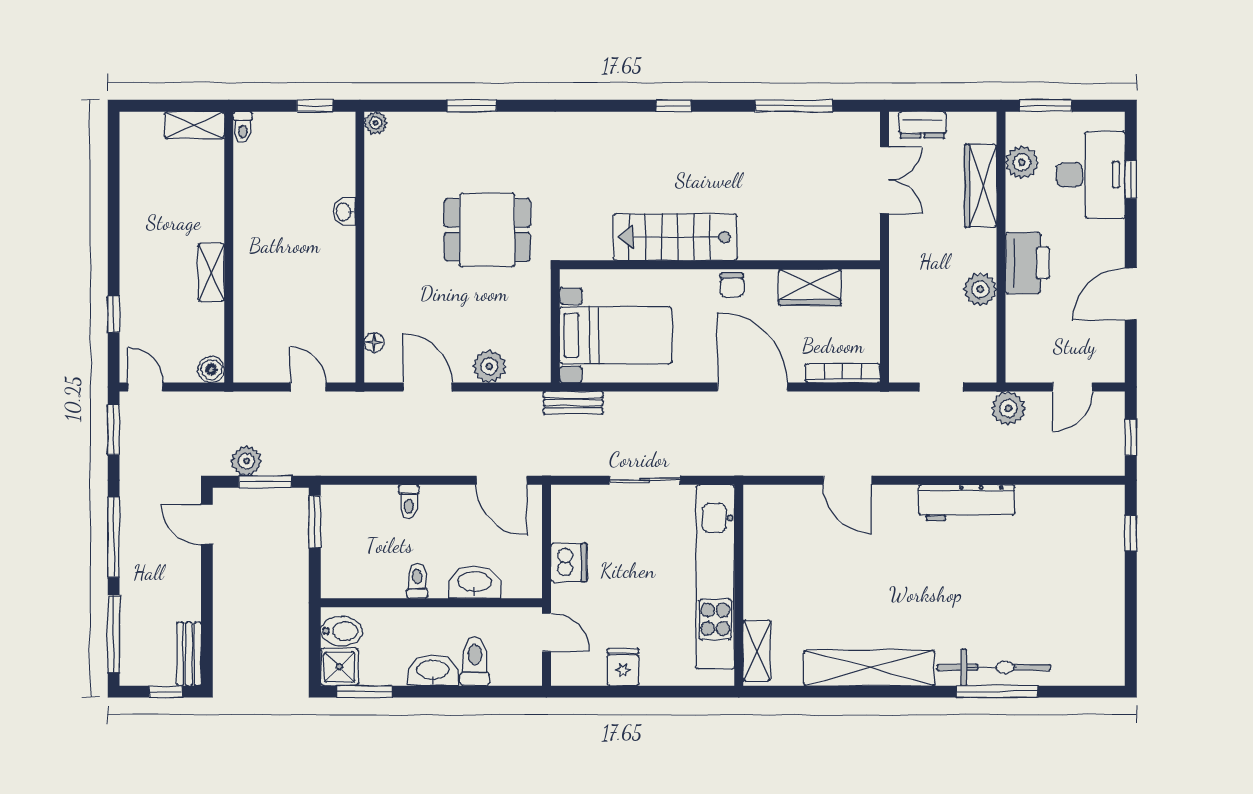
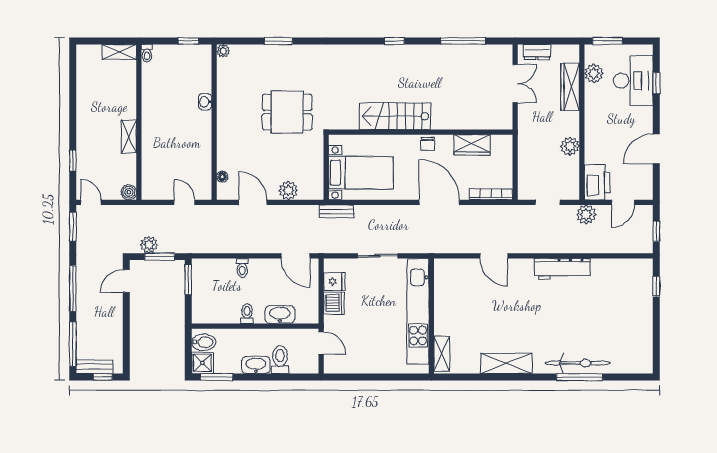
printer: (1027, 263) -> (597, 182), moved
door: (207, 524) -> (126, 281), hinge flipped
bench: (189, 654) -> (94, 367), moved, turned 90
fridge: (623, 667) -> (334, 282), moved, turned 90
shelving: (869, 668) -> (506, 363), width x0.68

